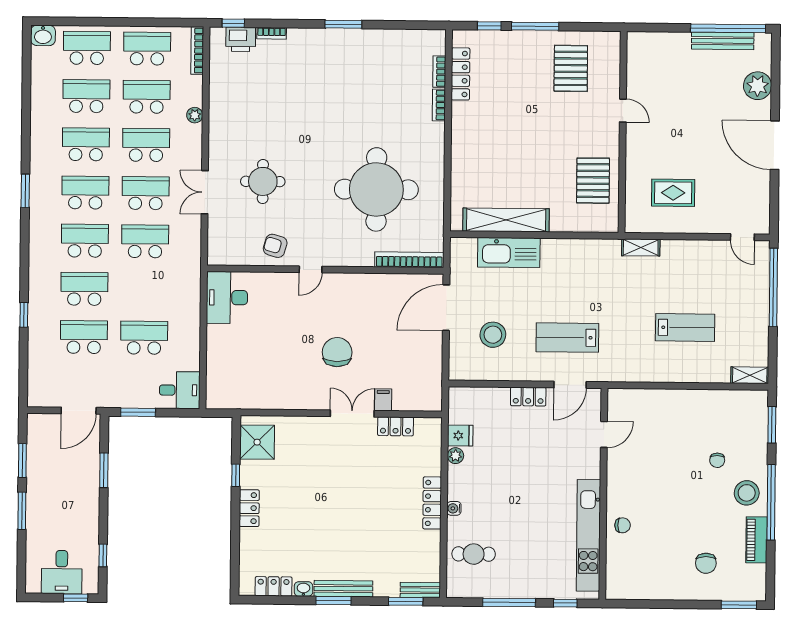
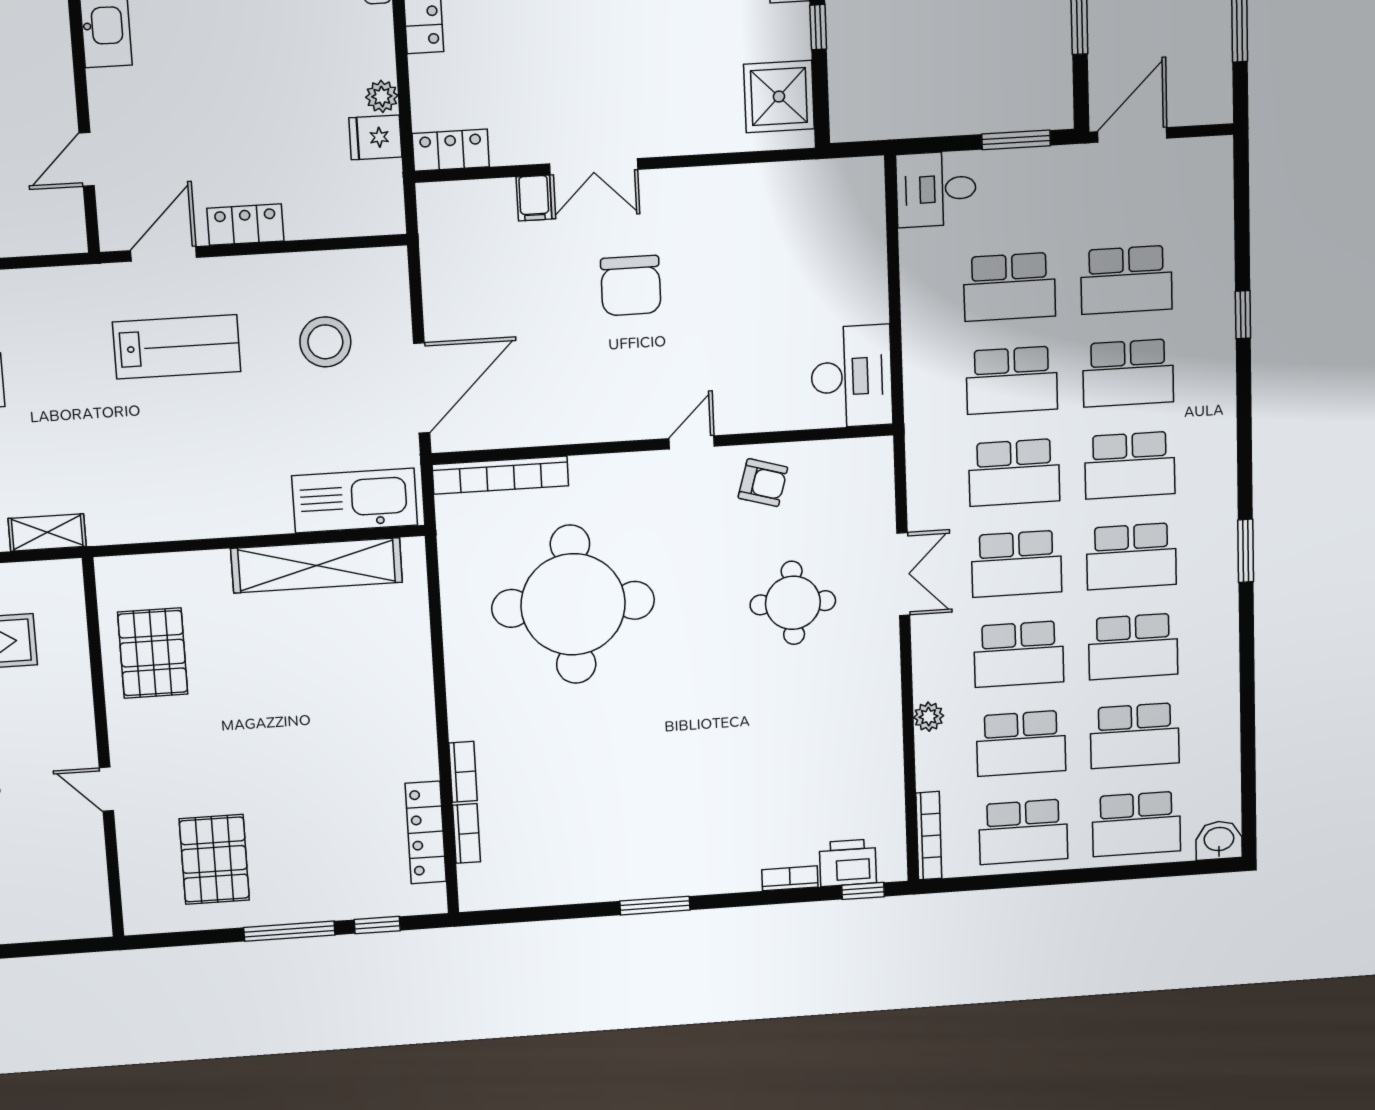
kitchen sink: (509, 252) -> (355, 500), moved
school desk: (145, 290) -> (1012, 380), added
locker: (396, 426) -> (451, 150), moved

